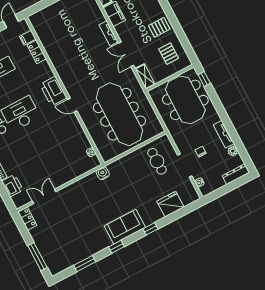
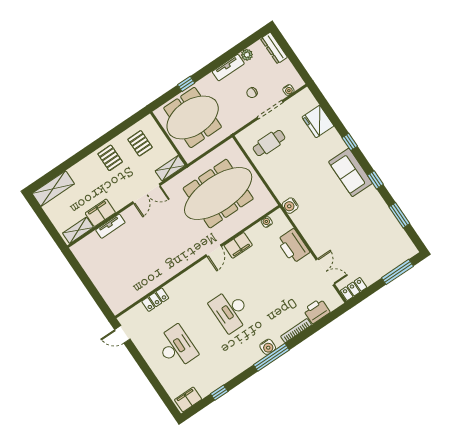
tv unit: (109, 33) -> (110, 226), moved
filing cabinet: (28, 38) -> (238, 245), moved, width x2.00
pallet: (169, 54) -> (140, 143), turned 90
window: (204, 79) -> (186, 84), moved
printer: (53, 91) -> (293, 246), moved, turned 90
double door: (44, 196) -> (325, 272), swing flipped

